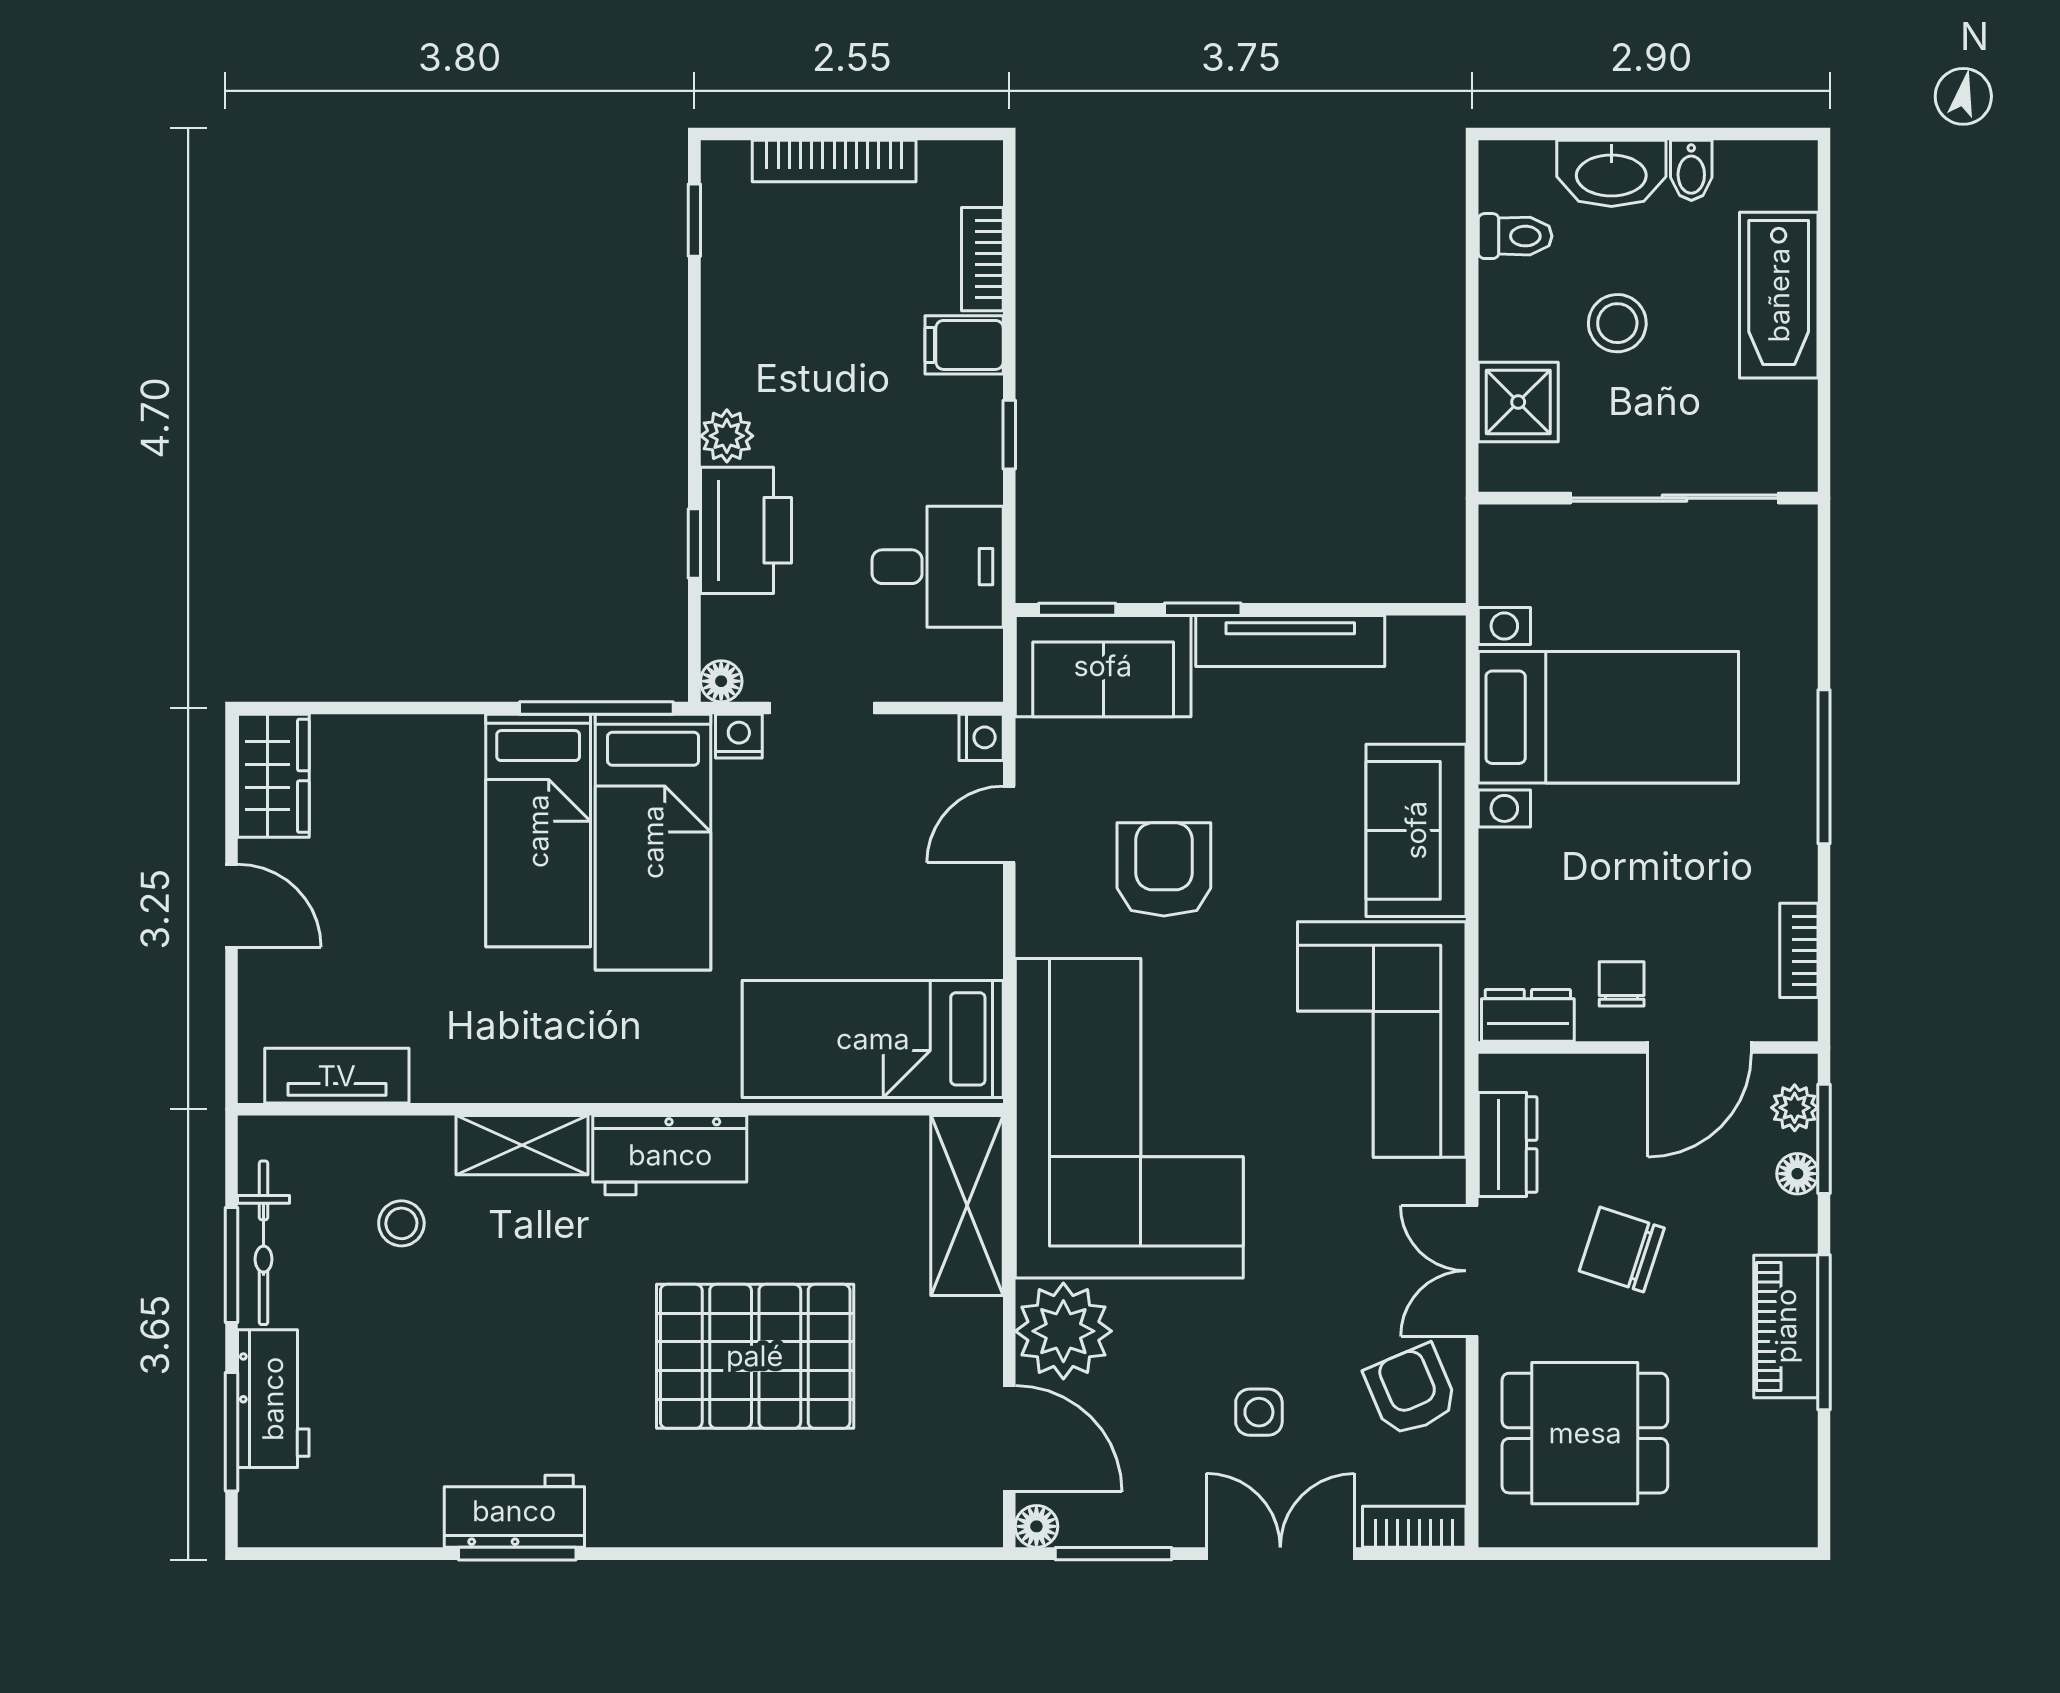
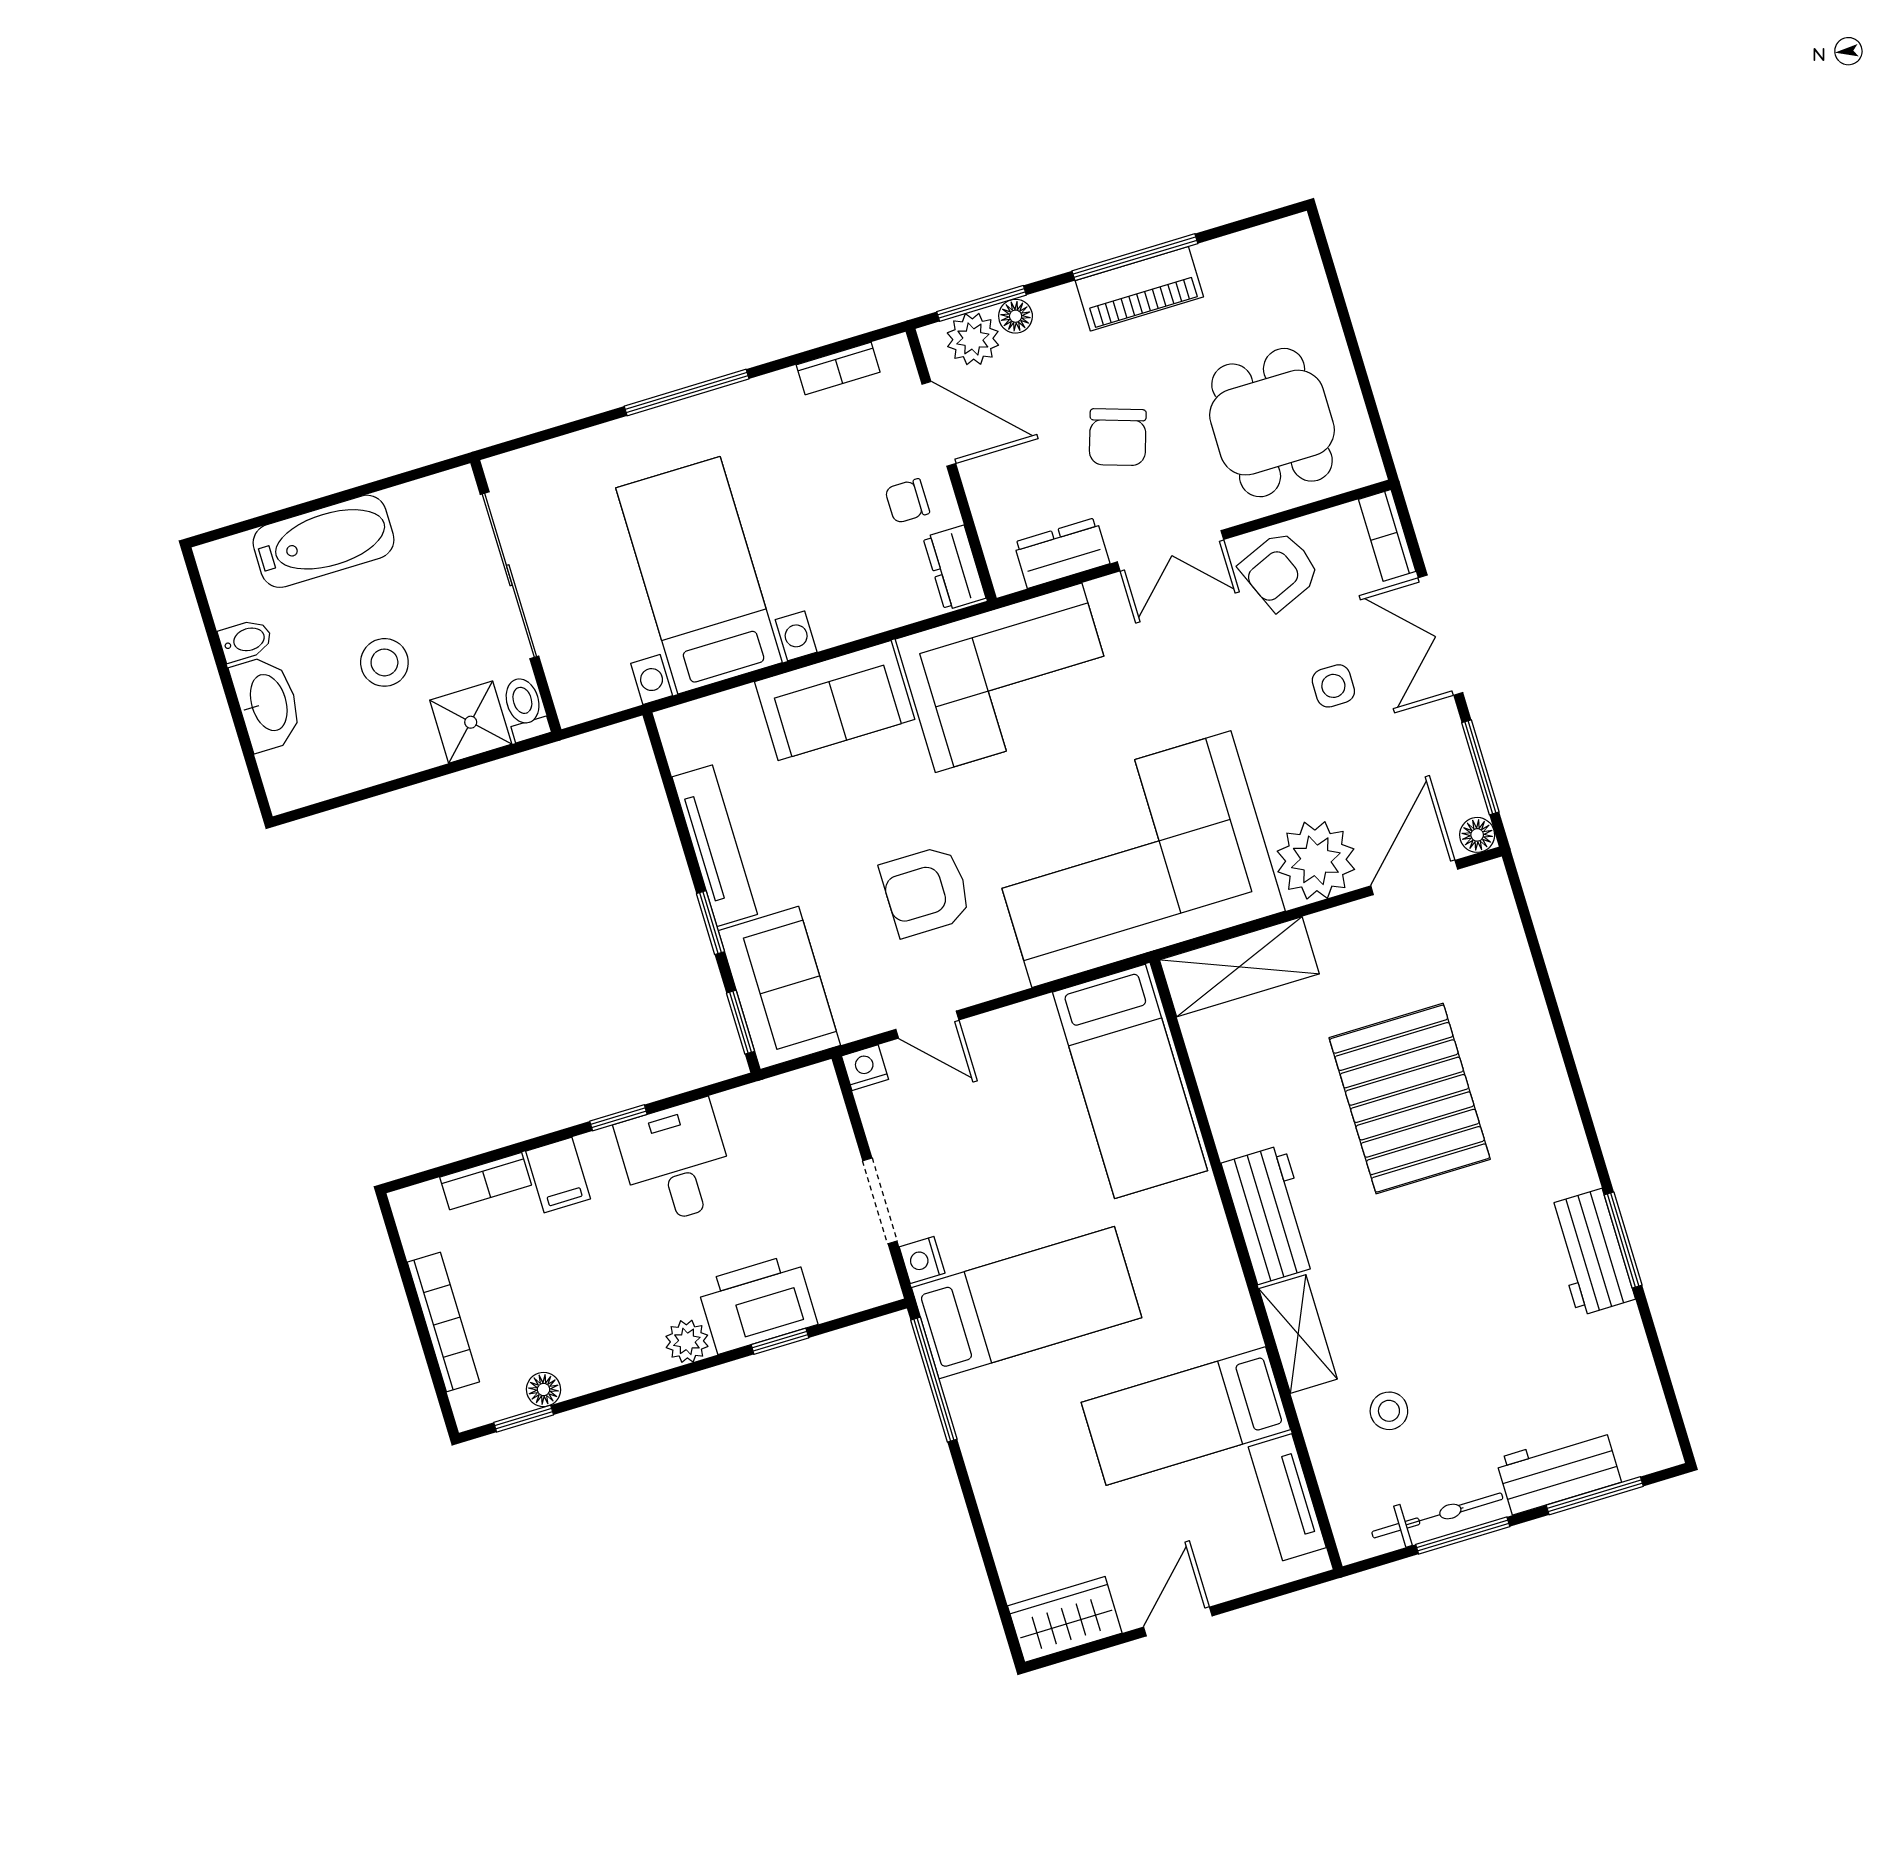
toilet: (1515, 236) -> (525, 709), moved
desk: (938, 567) -> (676, 1162), moved
floor lamp: (721, 681) -> (544, 1389), moved
bed: (538, 831) -> (1186, 1416), moved, turned 180
plant: (1795, 1108) -> (973, 339), width x1.38, depth x1.38

